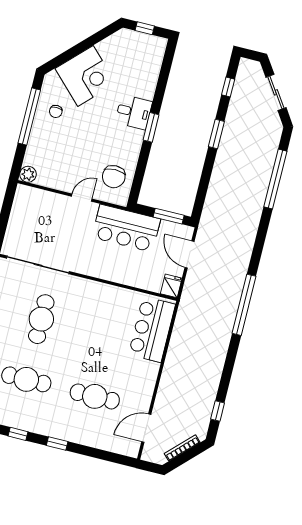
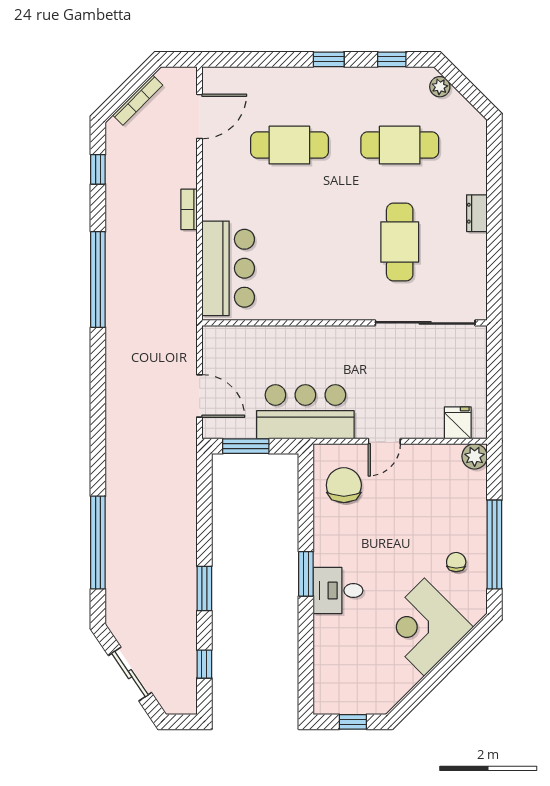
fridge: (171, 286) -> (458, 423), moved, turned 180
window: (244, 305) -> (98, 280), moved
bookcase: (167, 372) -> (189, 209), added

